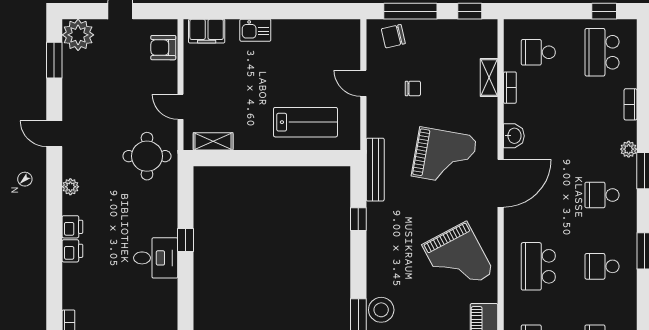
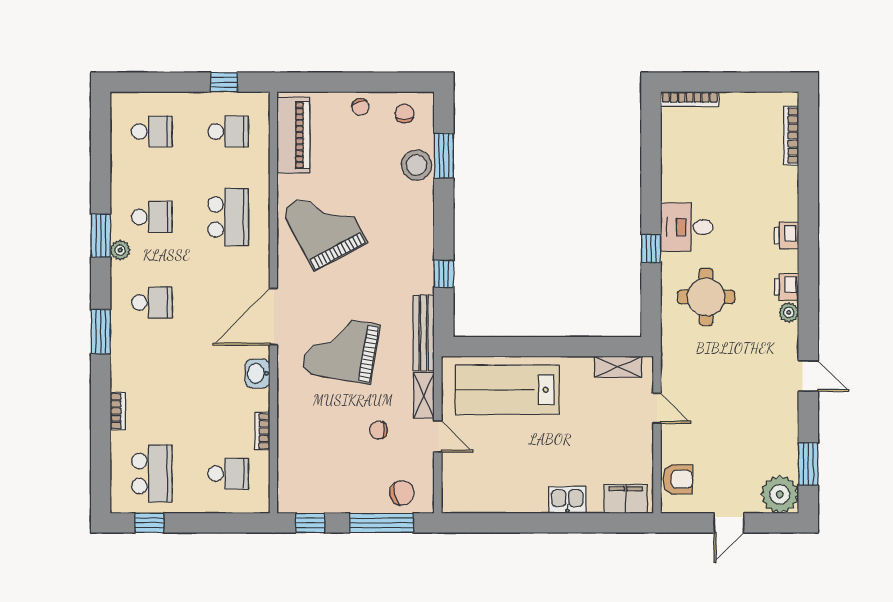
shelving: (489, 77) -> (424, 396), moved
lab bench: (305, 122) -> (507, 390), width x1.36, depth x1.39
plant: (629, 149) -> (120, 250), moved
round table: (147, 156) -> (706, 297), moved
printer: (72, 227) -> (786, 287), moved

